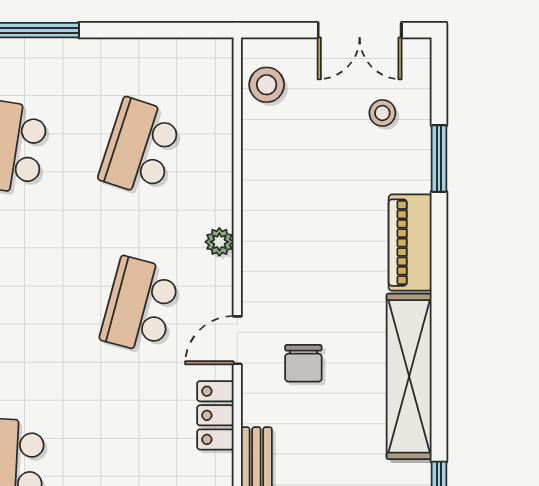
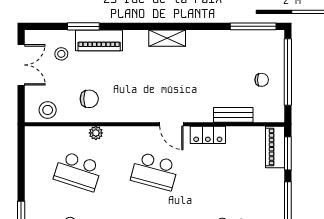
plant: (219, 242) -> (96, 133), moved
piano: (410, 243) -> (99, 40), moved
chair: (303, 363) -> (89, 99), moved
shelving: (409, 376) -> (167, 38), width x0.45, depth x0.75

